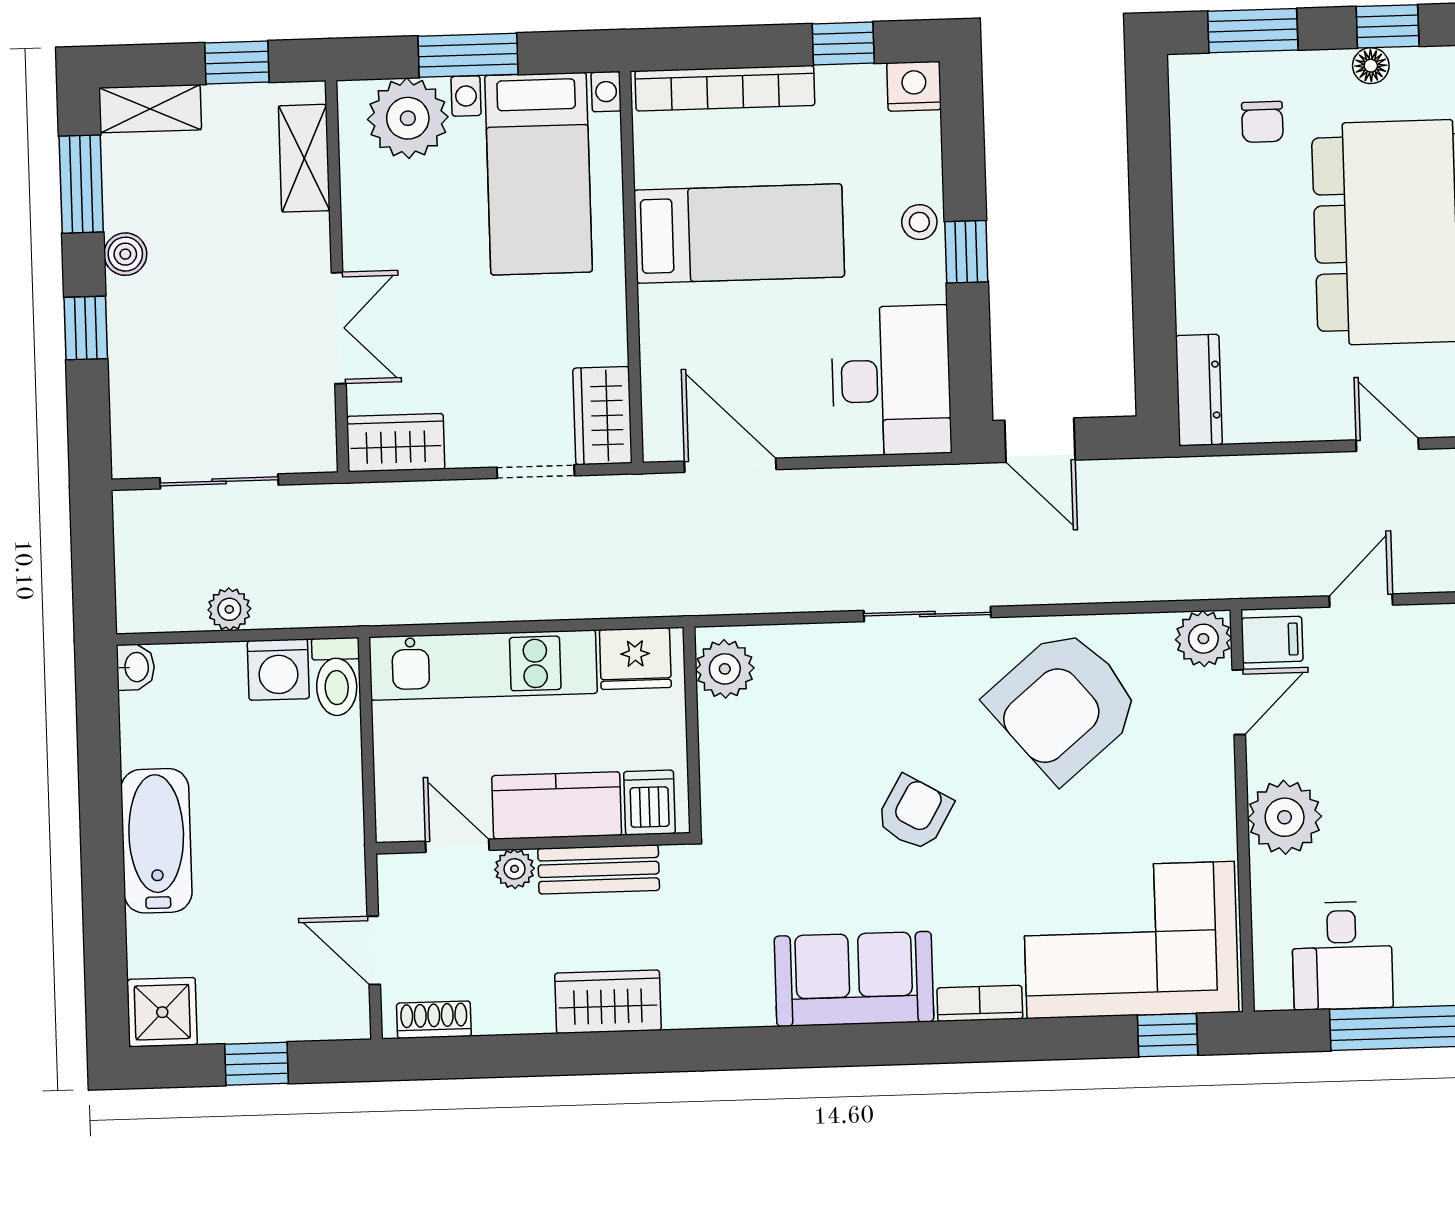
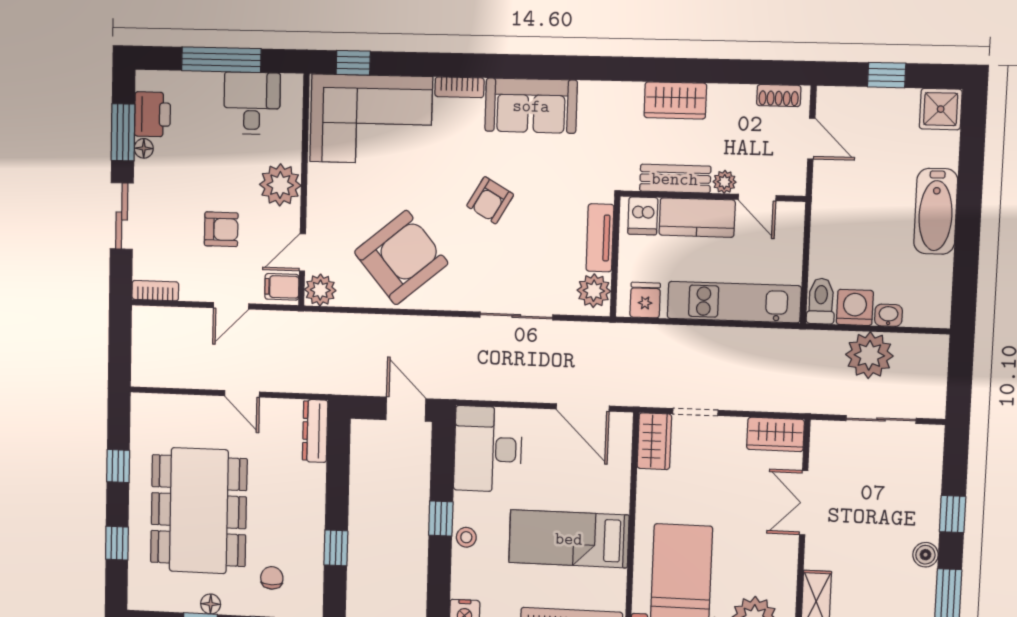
window: (1150, 185) -> (336, 548), added
door: (1387, 445) -> (242, 394), moved
plant: (229, 609) -> (869, 355), width x1.87, depth x1.87
sliding door: (927, 614) -> (516, 316), moved
fridge: (635, 659) -> (645, 300), width x0.72
washbasin: (136, 667) -> (888, 315), moved, turned 90
armchair: (1386, 733) -> (221, 229), added
tv unit: (720, 760) -> (600, 238), added

